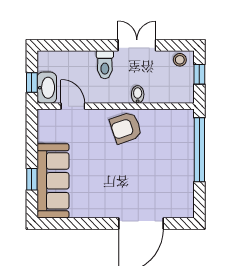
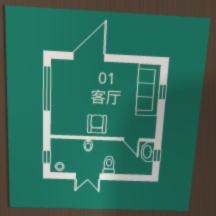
armchair: (126, 128) -> (97, 124), turned -71
window: (199, 150) -> (47, 89), moved

